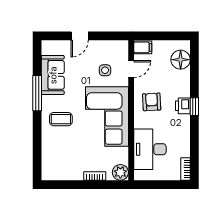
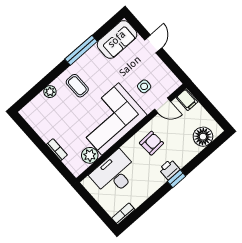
door: (80, 36) -> (153, 44), swing flipped
sofa: (53, 75) -> (117, 39), moved
plant: (47, 143) -> (50, 92), added
plant: (120, 172) -> (90, 155), moved

